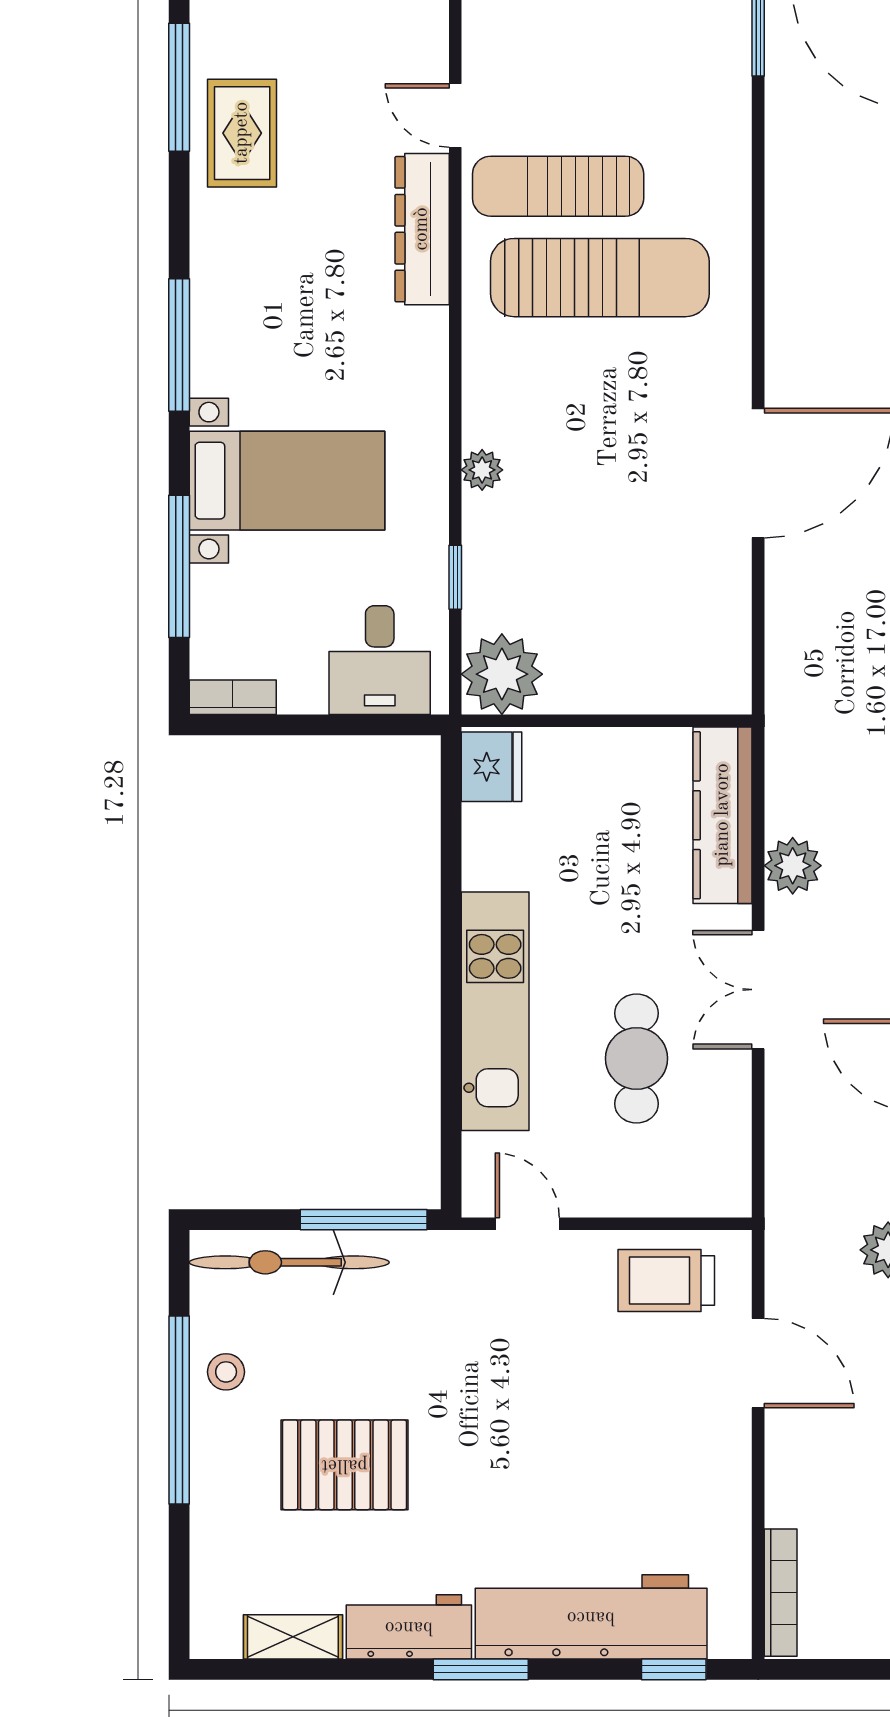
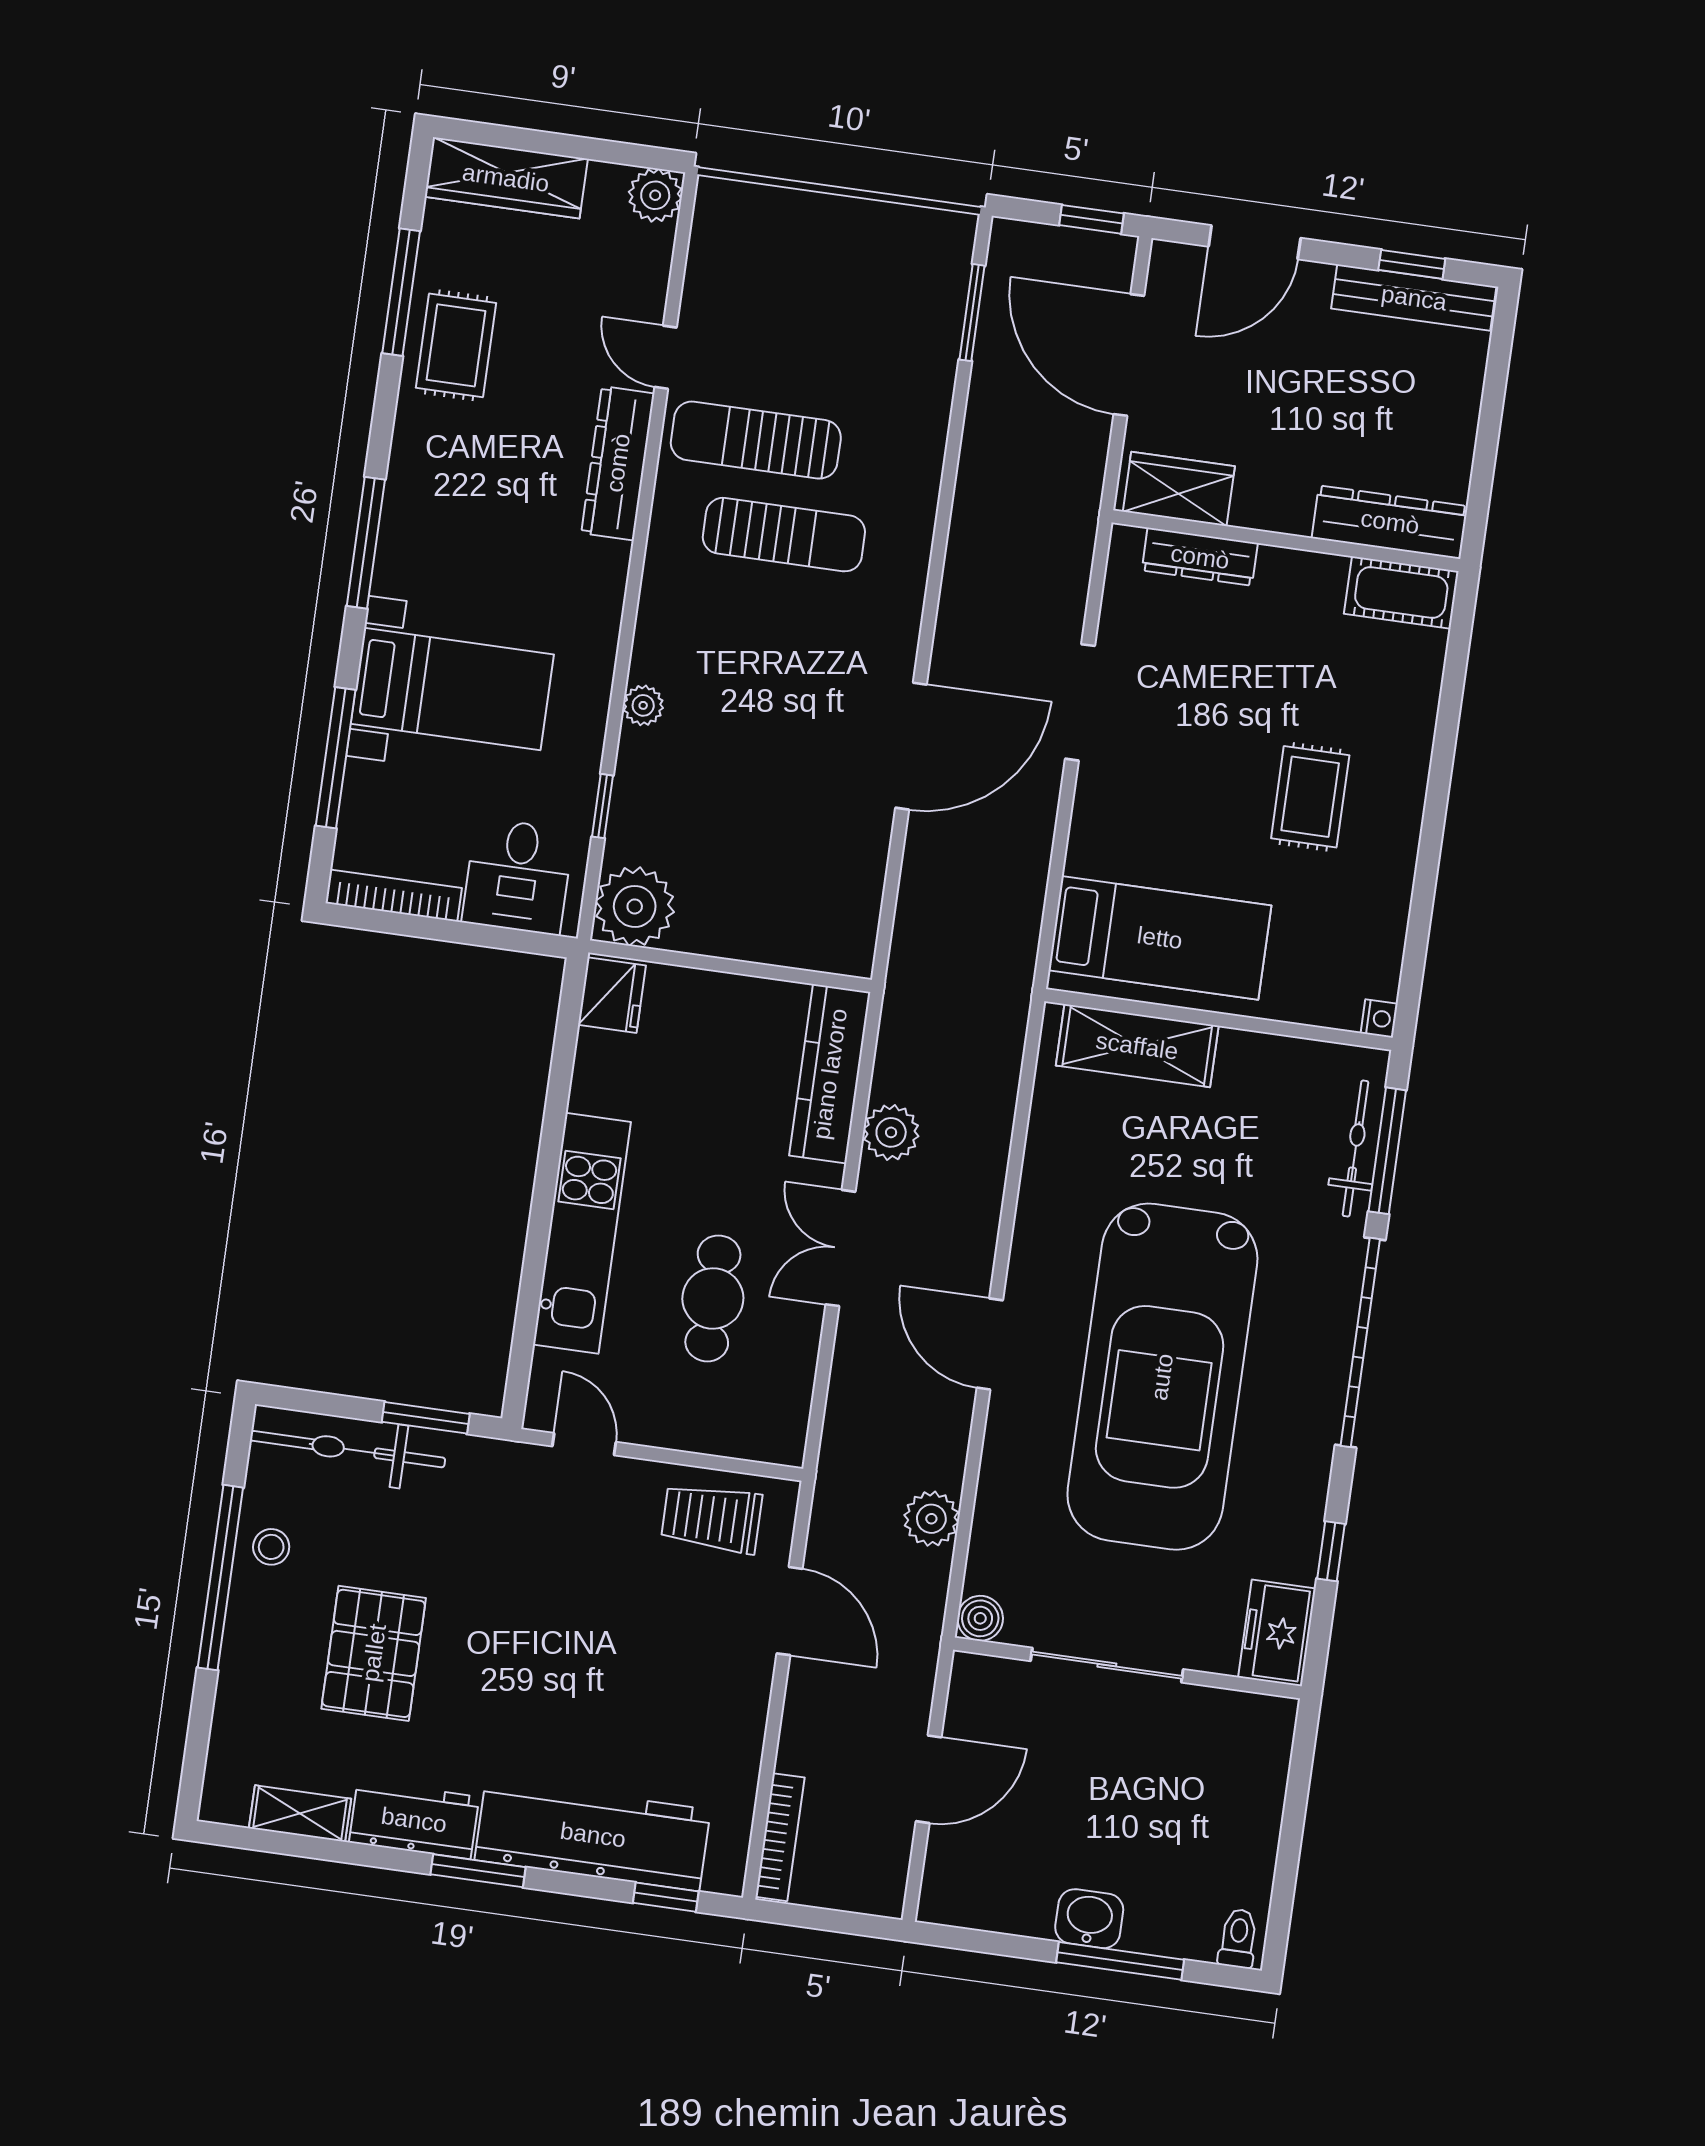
sun lounger: (600, 278) -> (784, 535), width x0.73, depth x0.75
bookcase: (233, 697) -> (394, 896), width x1.56
window: (364, 1220) -> (426, 1418), width x0.69
pallet: (344, 1465) -> (374, 1653), turned 90

